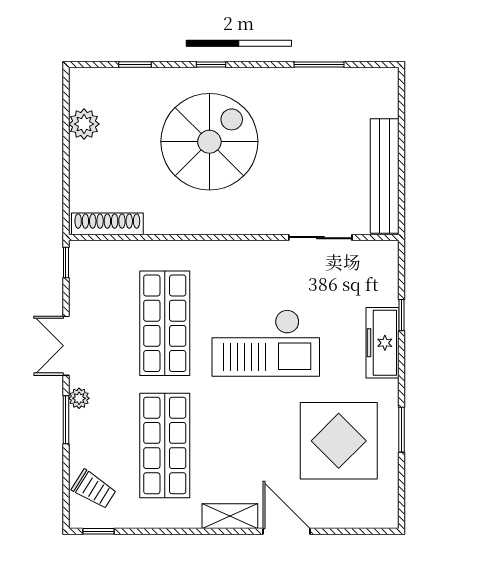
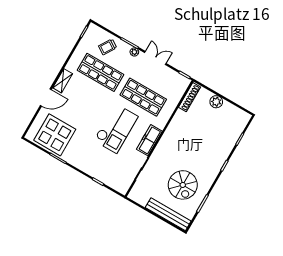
plant: (84, 124) -> (216, 102), moved
spiral stairs: (209, 142) -> (183, 185), moved, width x0.73, depth x0.73
bench: (385, 176) -> (168, 214), moved
checkout: (266, 343) -> (116, 128), turned 180
freezer: (382, 343) -> (149, 140), moved, turned -90
display table: (339, 441) -> (55, 135), moved
trolley: (94, 489) -> (108, 47), moved

